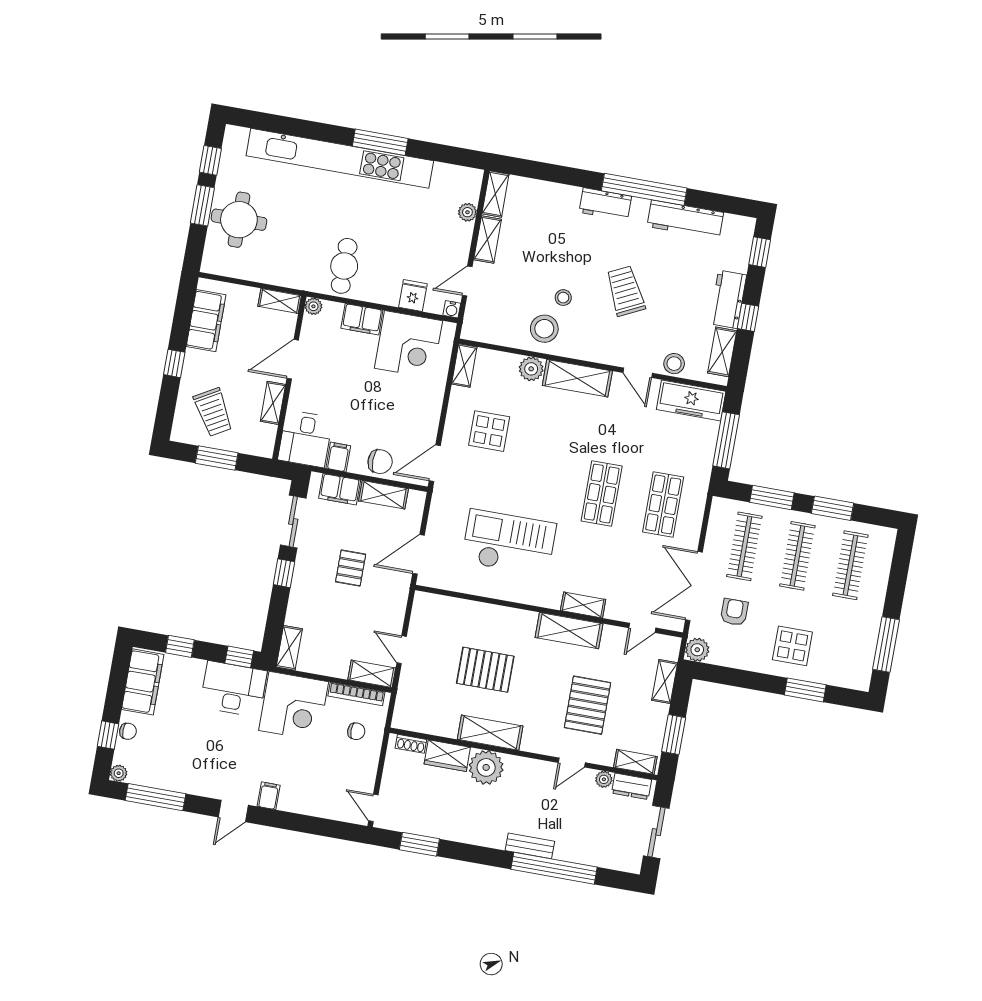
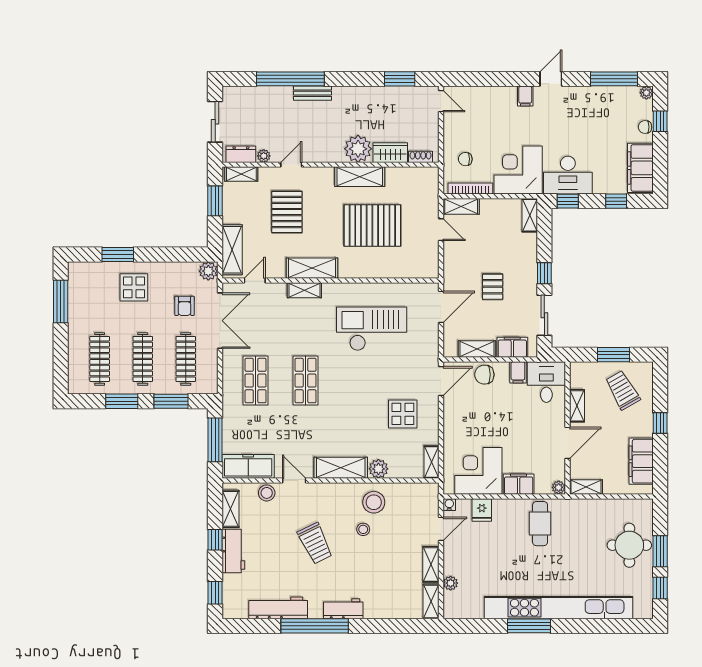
checkout: (509, 543) -> (372, 329), turned 180
pallet: (485, 670) -> (372, 226), width x1.37, depth x1.41
shelving: (665, 682) -> (232, 250), width x1.50, depth x1.33

